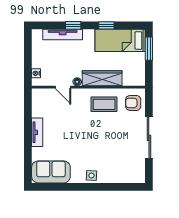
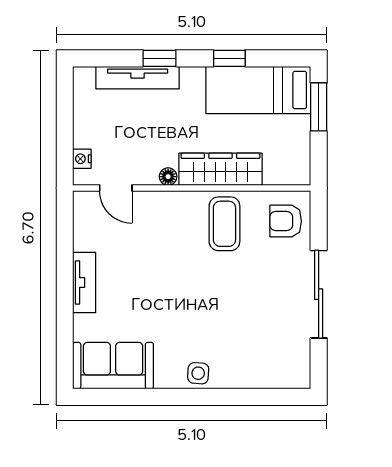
door: (63, 87) -> (116, 188), moved
coffee table: (104, 104) -> (224, 224), turned 90

